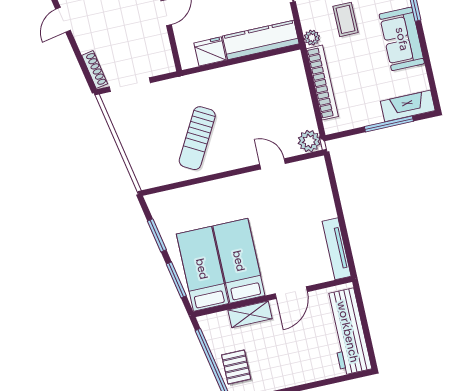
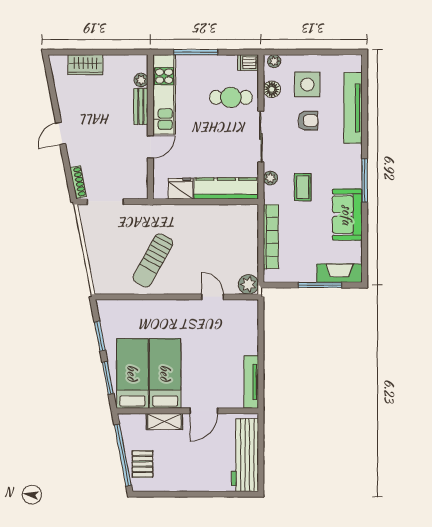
plant: (312, 38) -> (270, 178), moved

